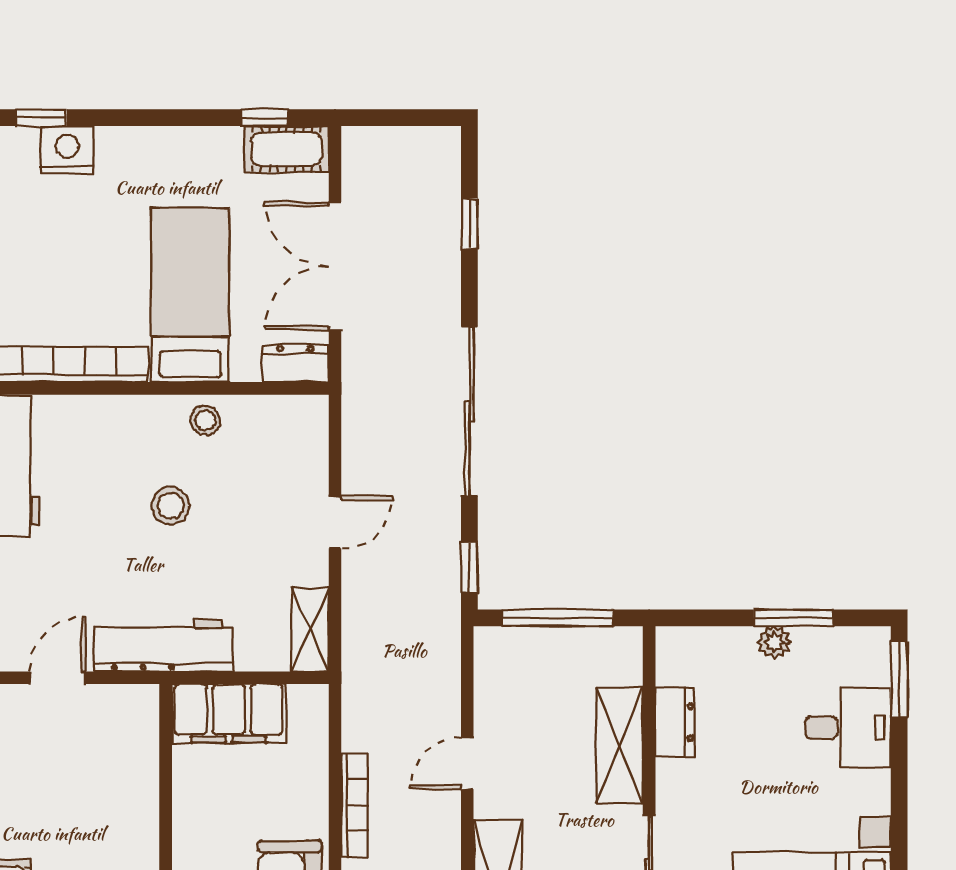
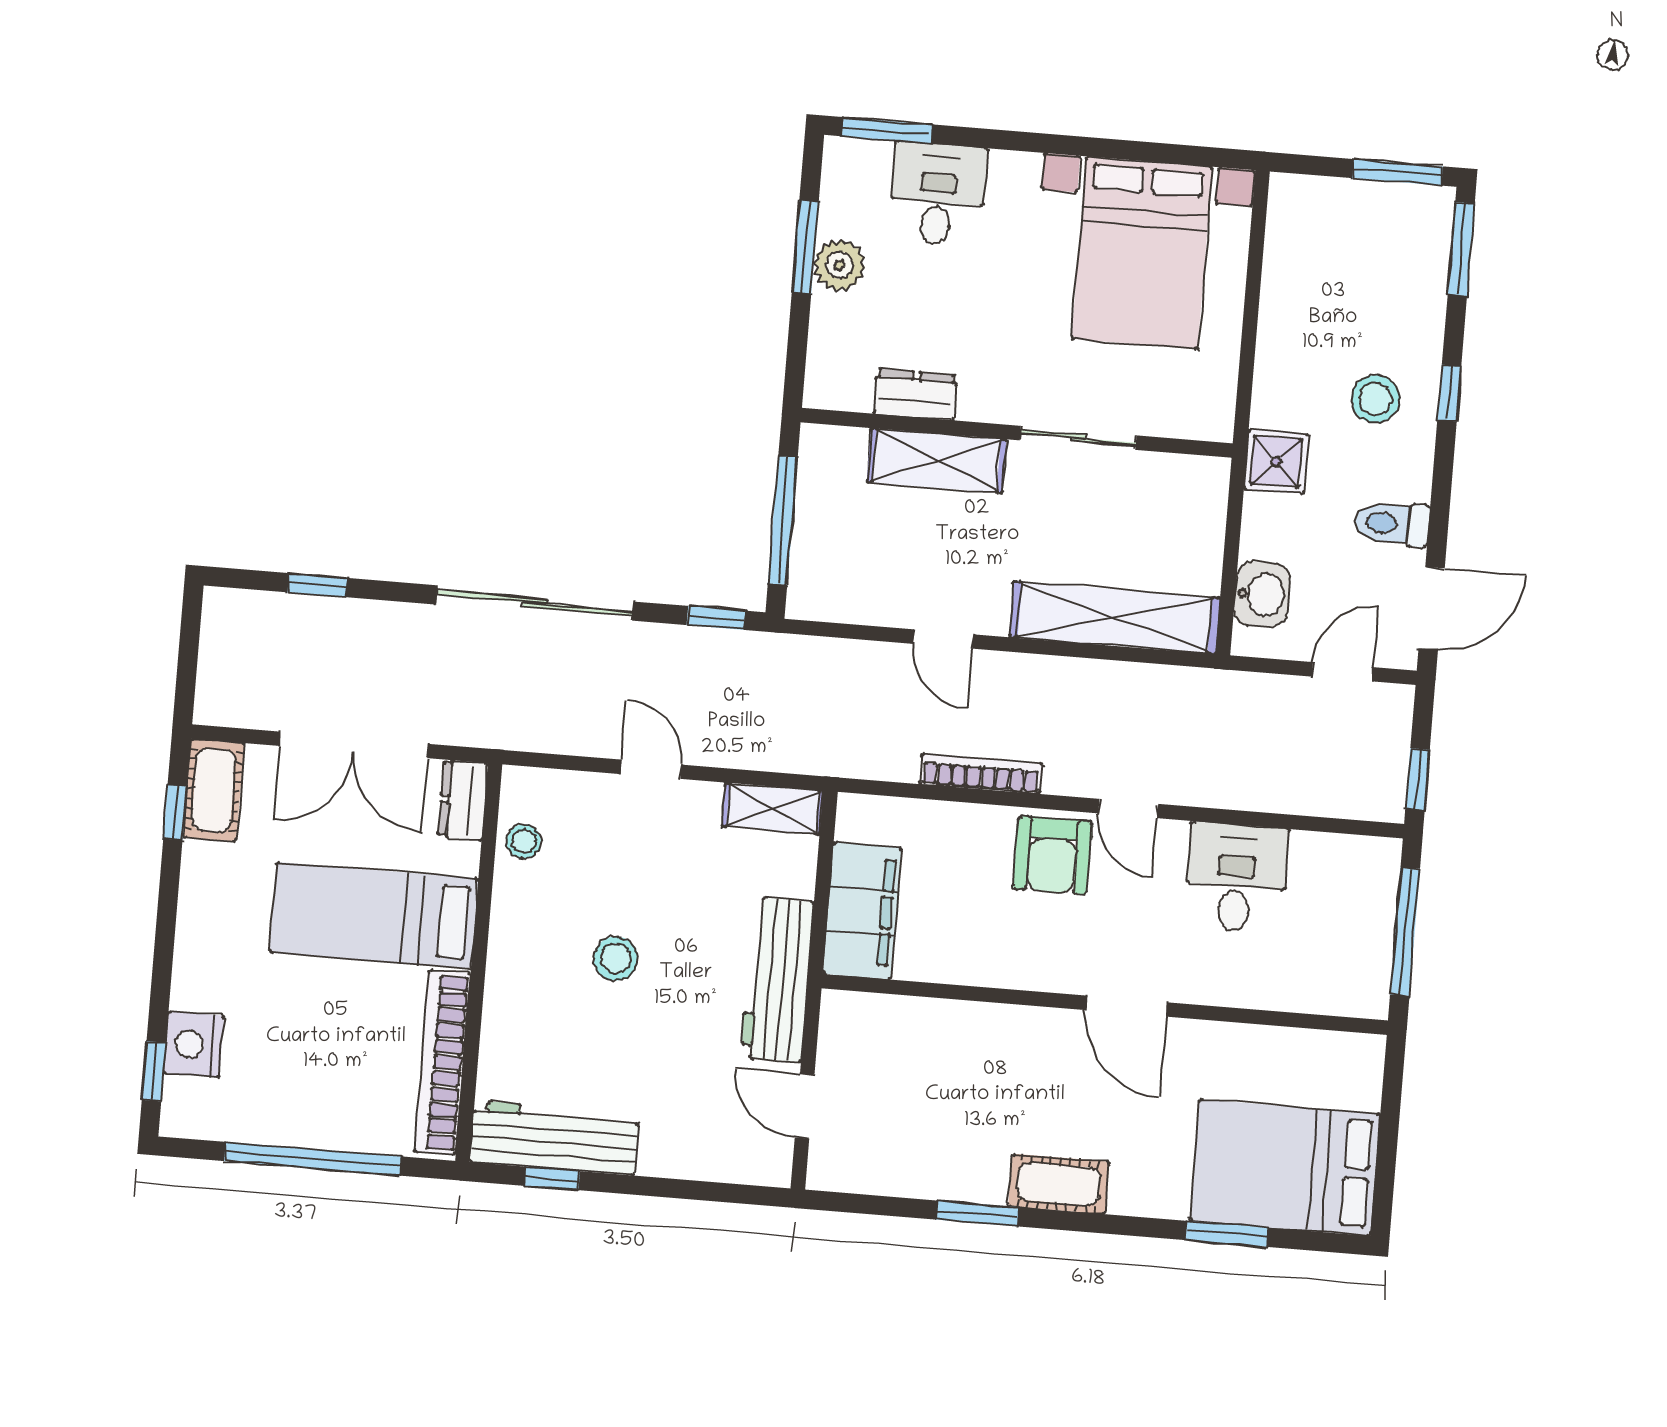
stool: (205, 420) -> (524, 841), moved
plant: (774, 642) -> (839, 265), width x1.38, depth x1.38

